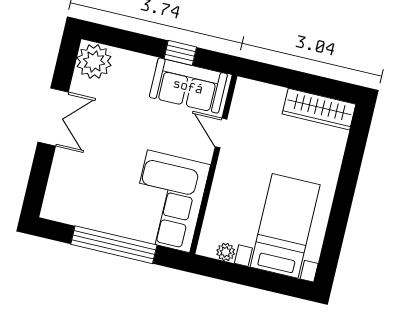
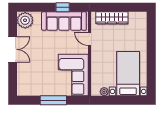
sofa: (188, 86) -> (64, 21), width x1.36
wardrobe: (319, 109) -> (112, 18), moved
window: (114, 245) -> (53, 100), width x0.68

